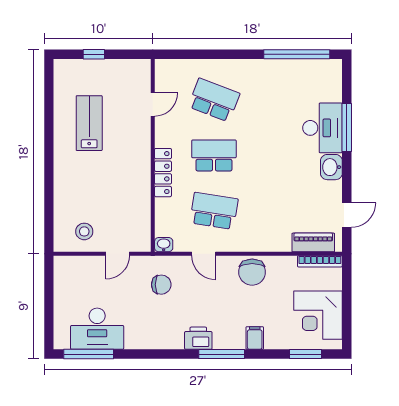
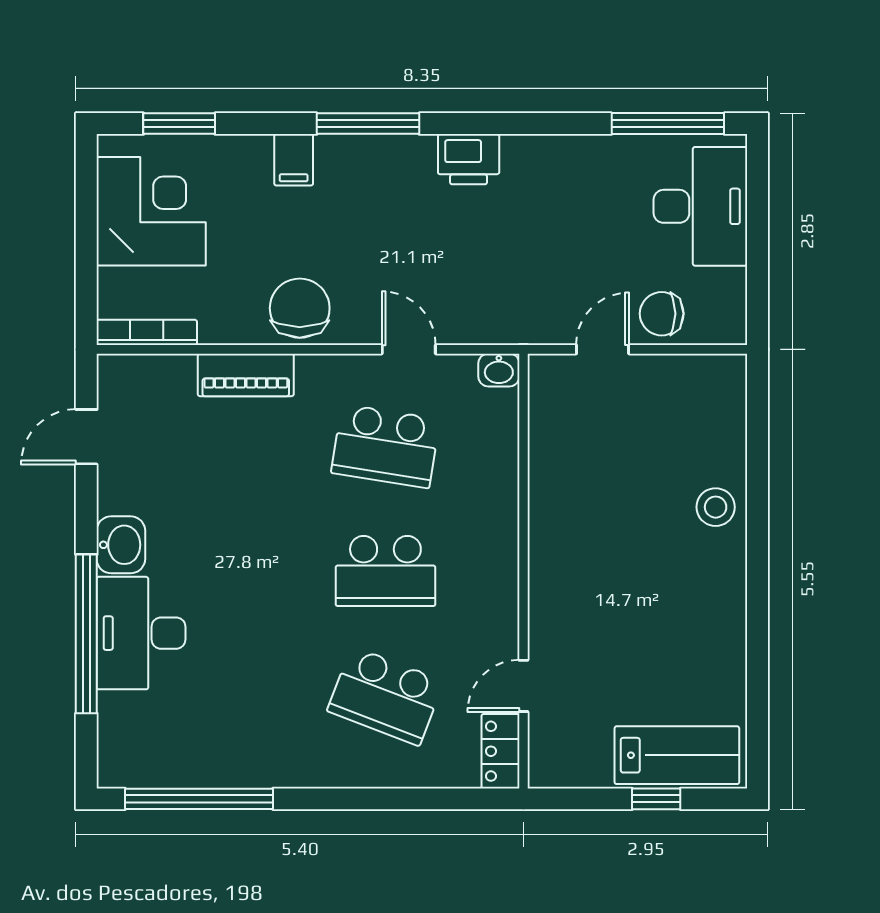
lab bench: (89, 123) -> (677, 755), moved, turned -90
window: (347, 128) -> (86, 634), width x1.46
locker: (163, 173) -> (500, 751), moved, width x0.66
stool: (84, 231) -> (716, 507), moved
piano: (313, 242) -> (246, 375), moved
chair: (161, 285) -> (662, 314), moved
desk: (97, 329) -> (700, 206), moved, turned 90
printer: (198, 338) -> (469, 159), moved

